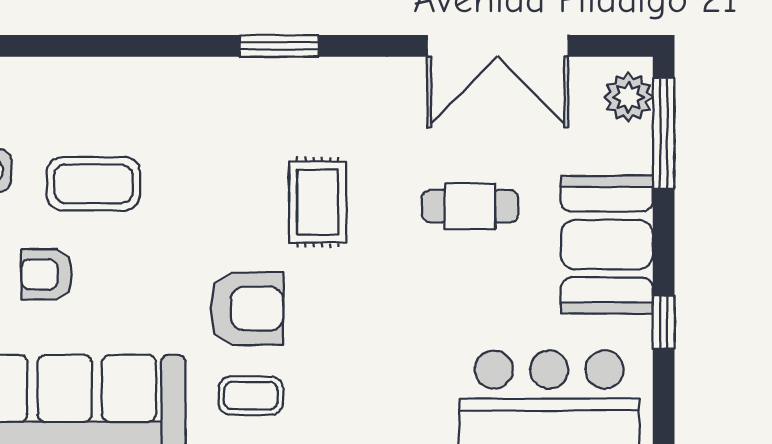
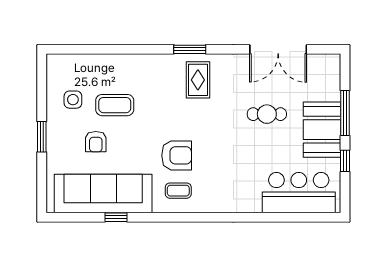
plant: (628, 97) -> (331, 70), removed
window: (664, 133) -> (345, 113), moved
rug: (318, 202) -> (198, 80), moved
armchair: (47, 274) -> (96, 142), turned -90

